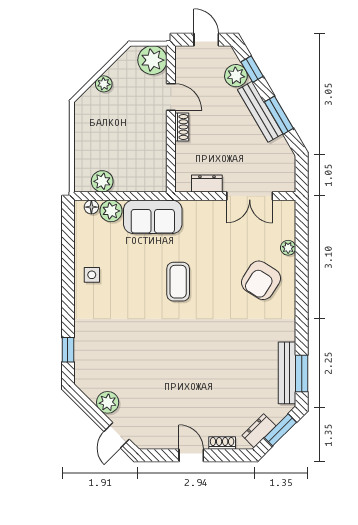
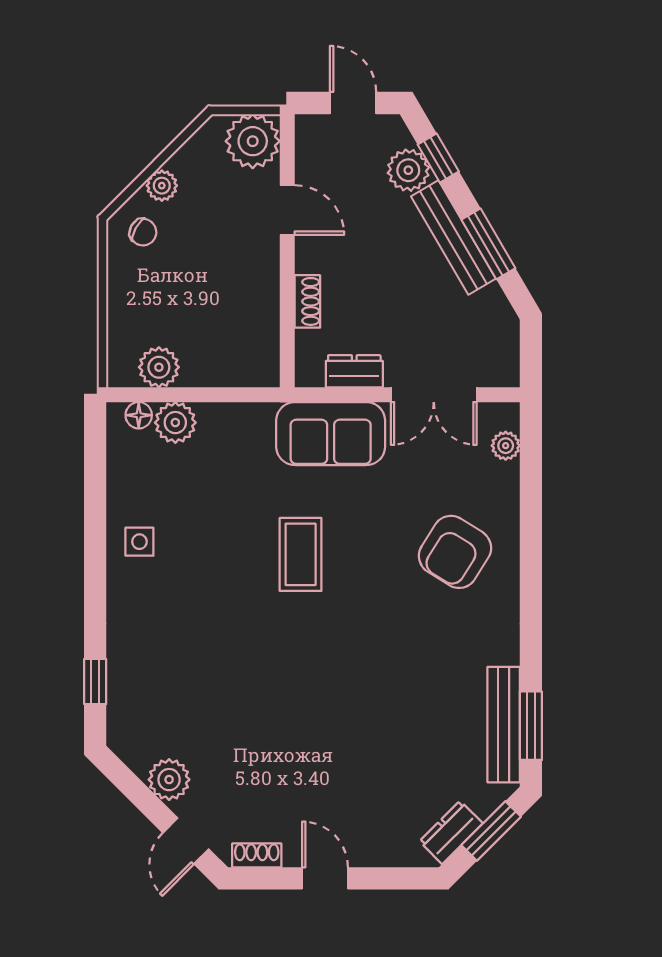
chair: (94, 109) -> (143, 232), added
shoe rack: (182, 127) -> (307, 301), moved
sofa: (153, 217) -> (331, 434), moved
plant: (288, 248) -> (506, 446), moved
shoe rack: (222, 443) -> (257, 855), moved

